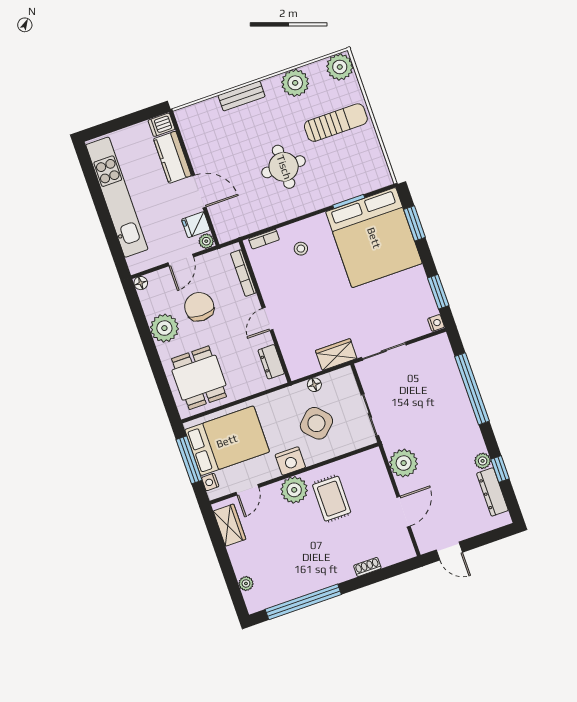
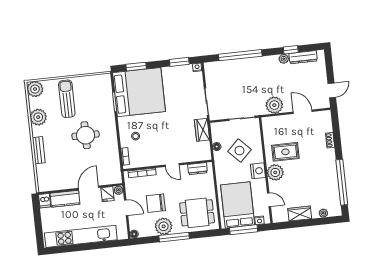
window: (151, 349) -> (174, 237), added
wardrobe: (229, 525) -> (300, 214), moved

